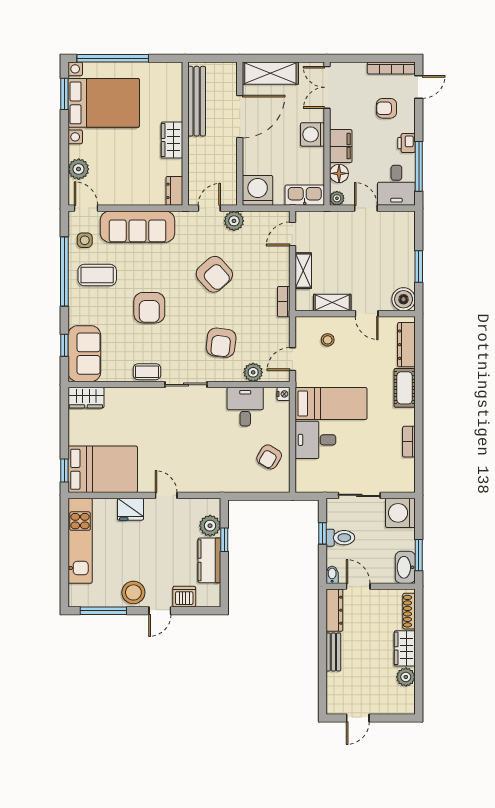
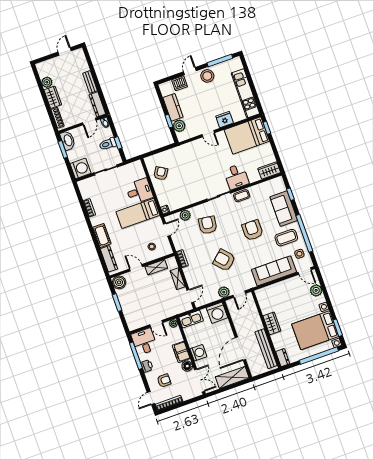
floor lamp: (339, 173) -> (187, 366), moved
dresser: (174, 191) -> (283, 358), moved
sofa: (84, 354) -> (284, 209), moved
desk: (245, 407) -> (236, 177), moved
door: (358, 586) -> (89, 121), hinge flipped

